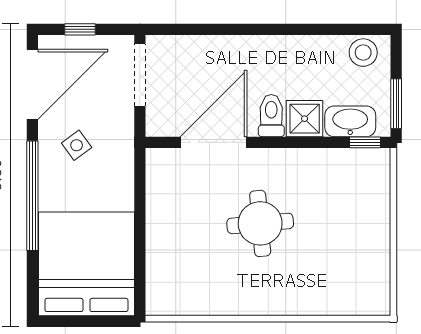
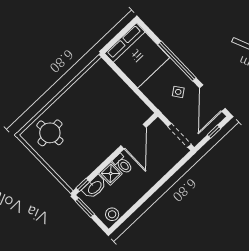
round table: (260, 223) -> (50, 133), moved

